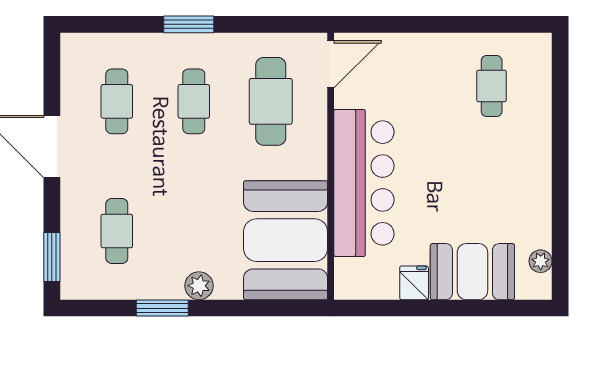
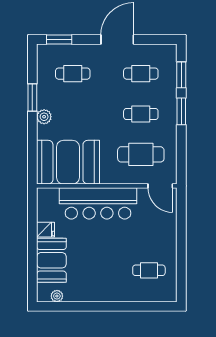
window: (119, 24) -> (181, 75), added

